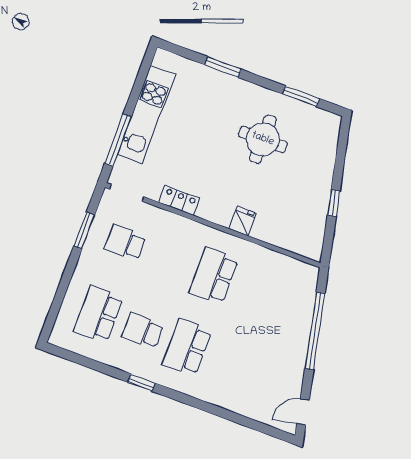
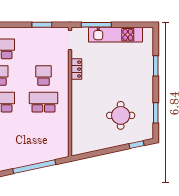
round table: (263, 139) -> (121, 115), moved
window: (334, 203) -> (137, 145), moved
fridge: (243, 221) -> (78, 107), removed
school desk: (125, 243) -> (44, 75), moved

